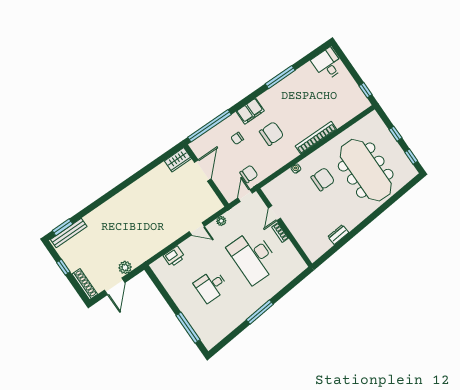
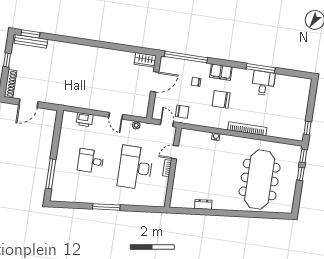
desk: (328, 64) -> (263, 83), moved
chair: (272, 134) -> (221, 99), turned 180
window: (411, 157) -> (303, 156), moved
chair: (323, 179) -> (227, 160), removed
door: (245, 196) -> (167, 123), hinge flipped
plant: (125, 267) -> (46, 97), removed

